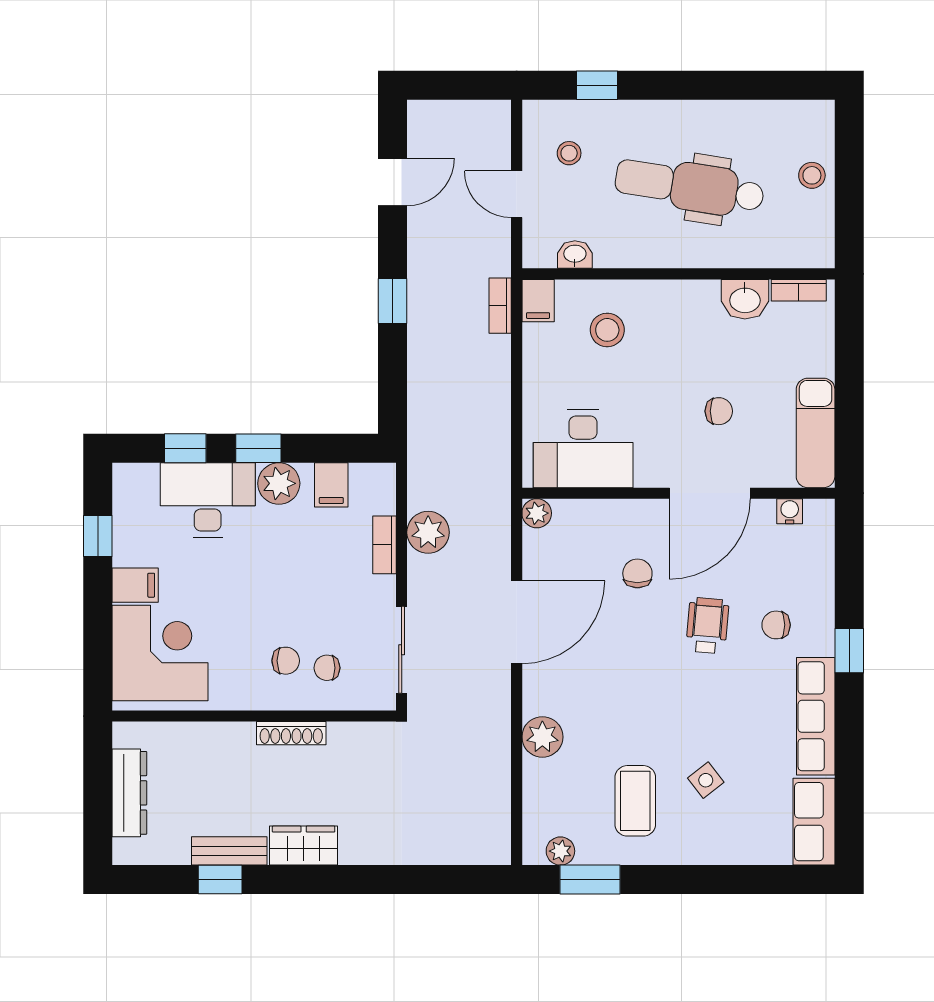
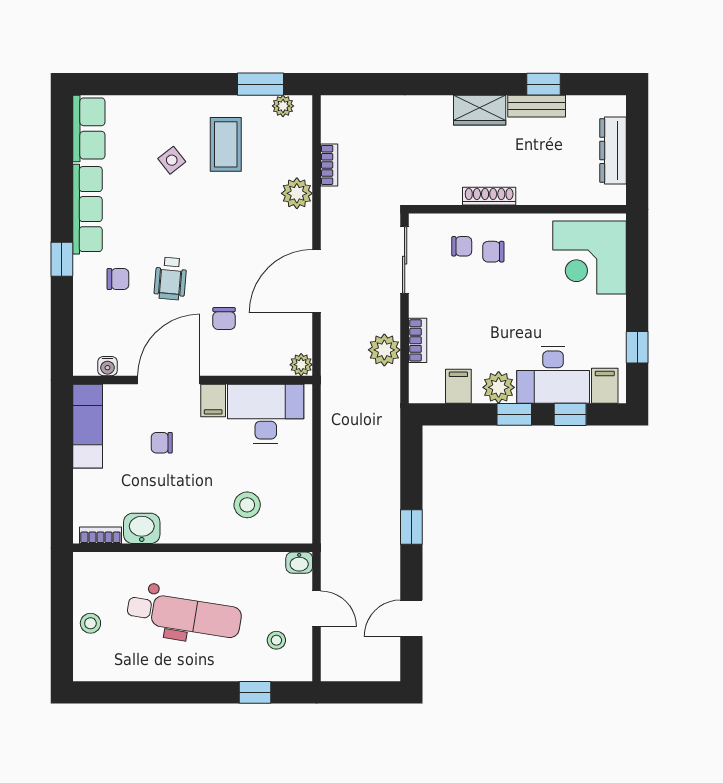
washbasin: (575, 255) -> (299, 563), moved
filing cabinet: (538, 301) -> (213, 400), moved, turned 180
bookcase: (500, 306) -> (329, 165), moved
filing cabinet: (135, 585) -> (605, 386), moved, turned 90

